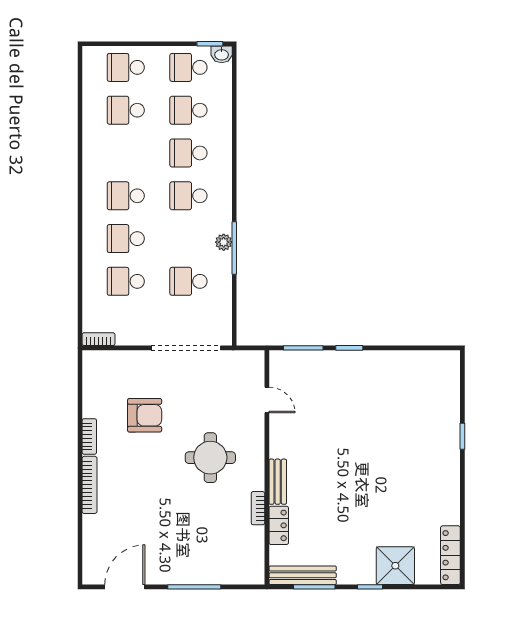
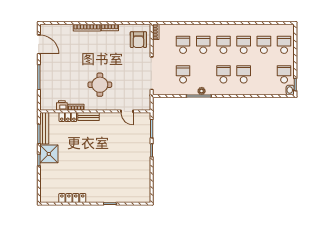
school desk: (188, 110) -> (244, 45), moved
door: (267, 400) -> (127, 111), hinge flipped
armchair: (145, 415) -> (138, 40), moved
printer: (254, 538) -> (62, 106), added
locker: (450, 555) -> (72, 198), moved
shower: (395, 566) -> (49, 154), moved

